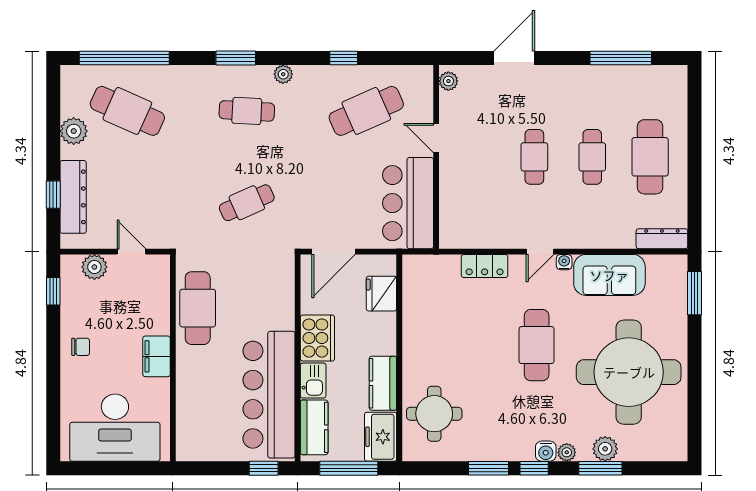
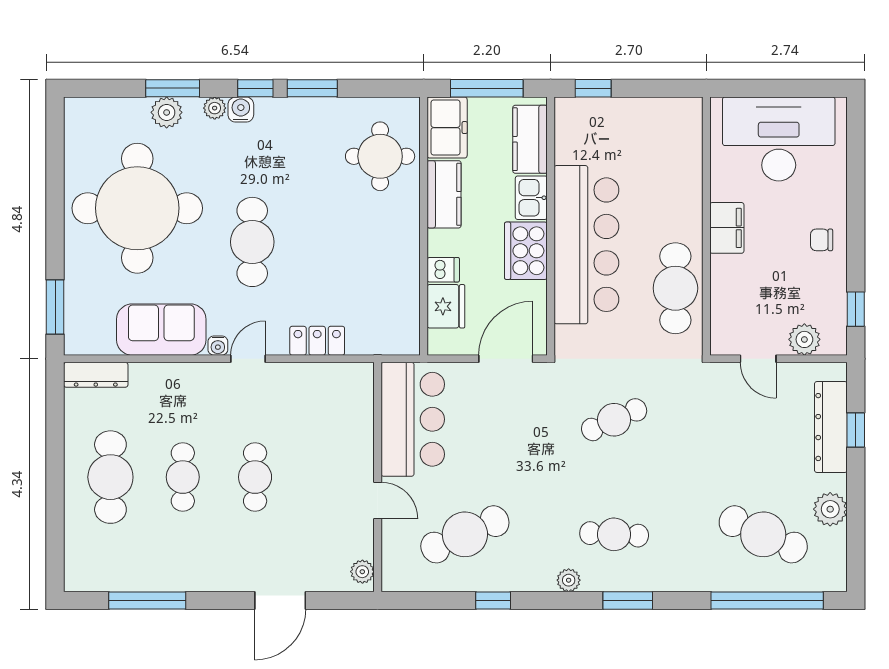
dishwasher: (384, 323) -> (443, 270), added
bar counter: (269, 395) -> (586, 245), moved

